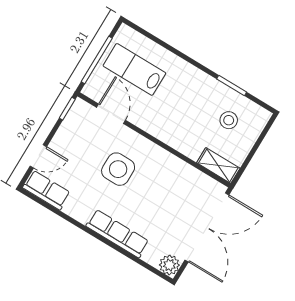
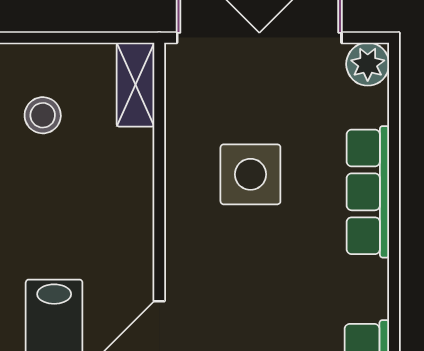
side table: (118, 169) -> (250, 174), moved

